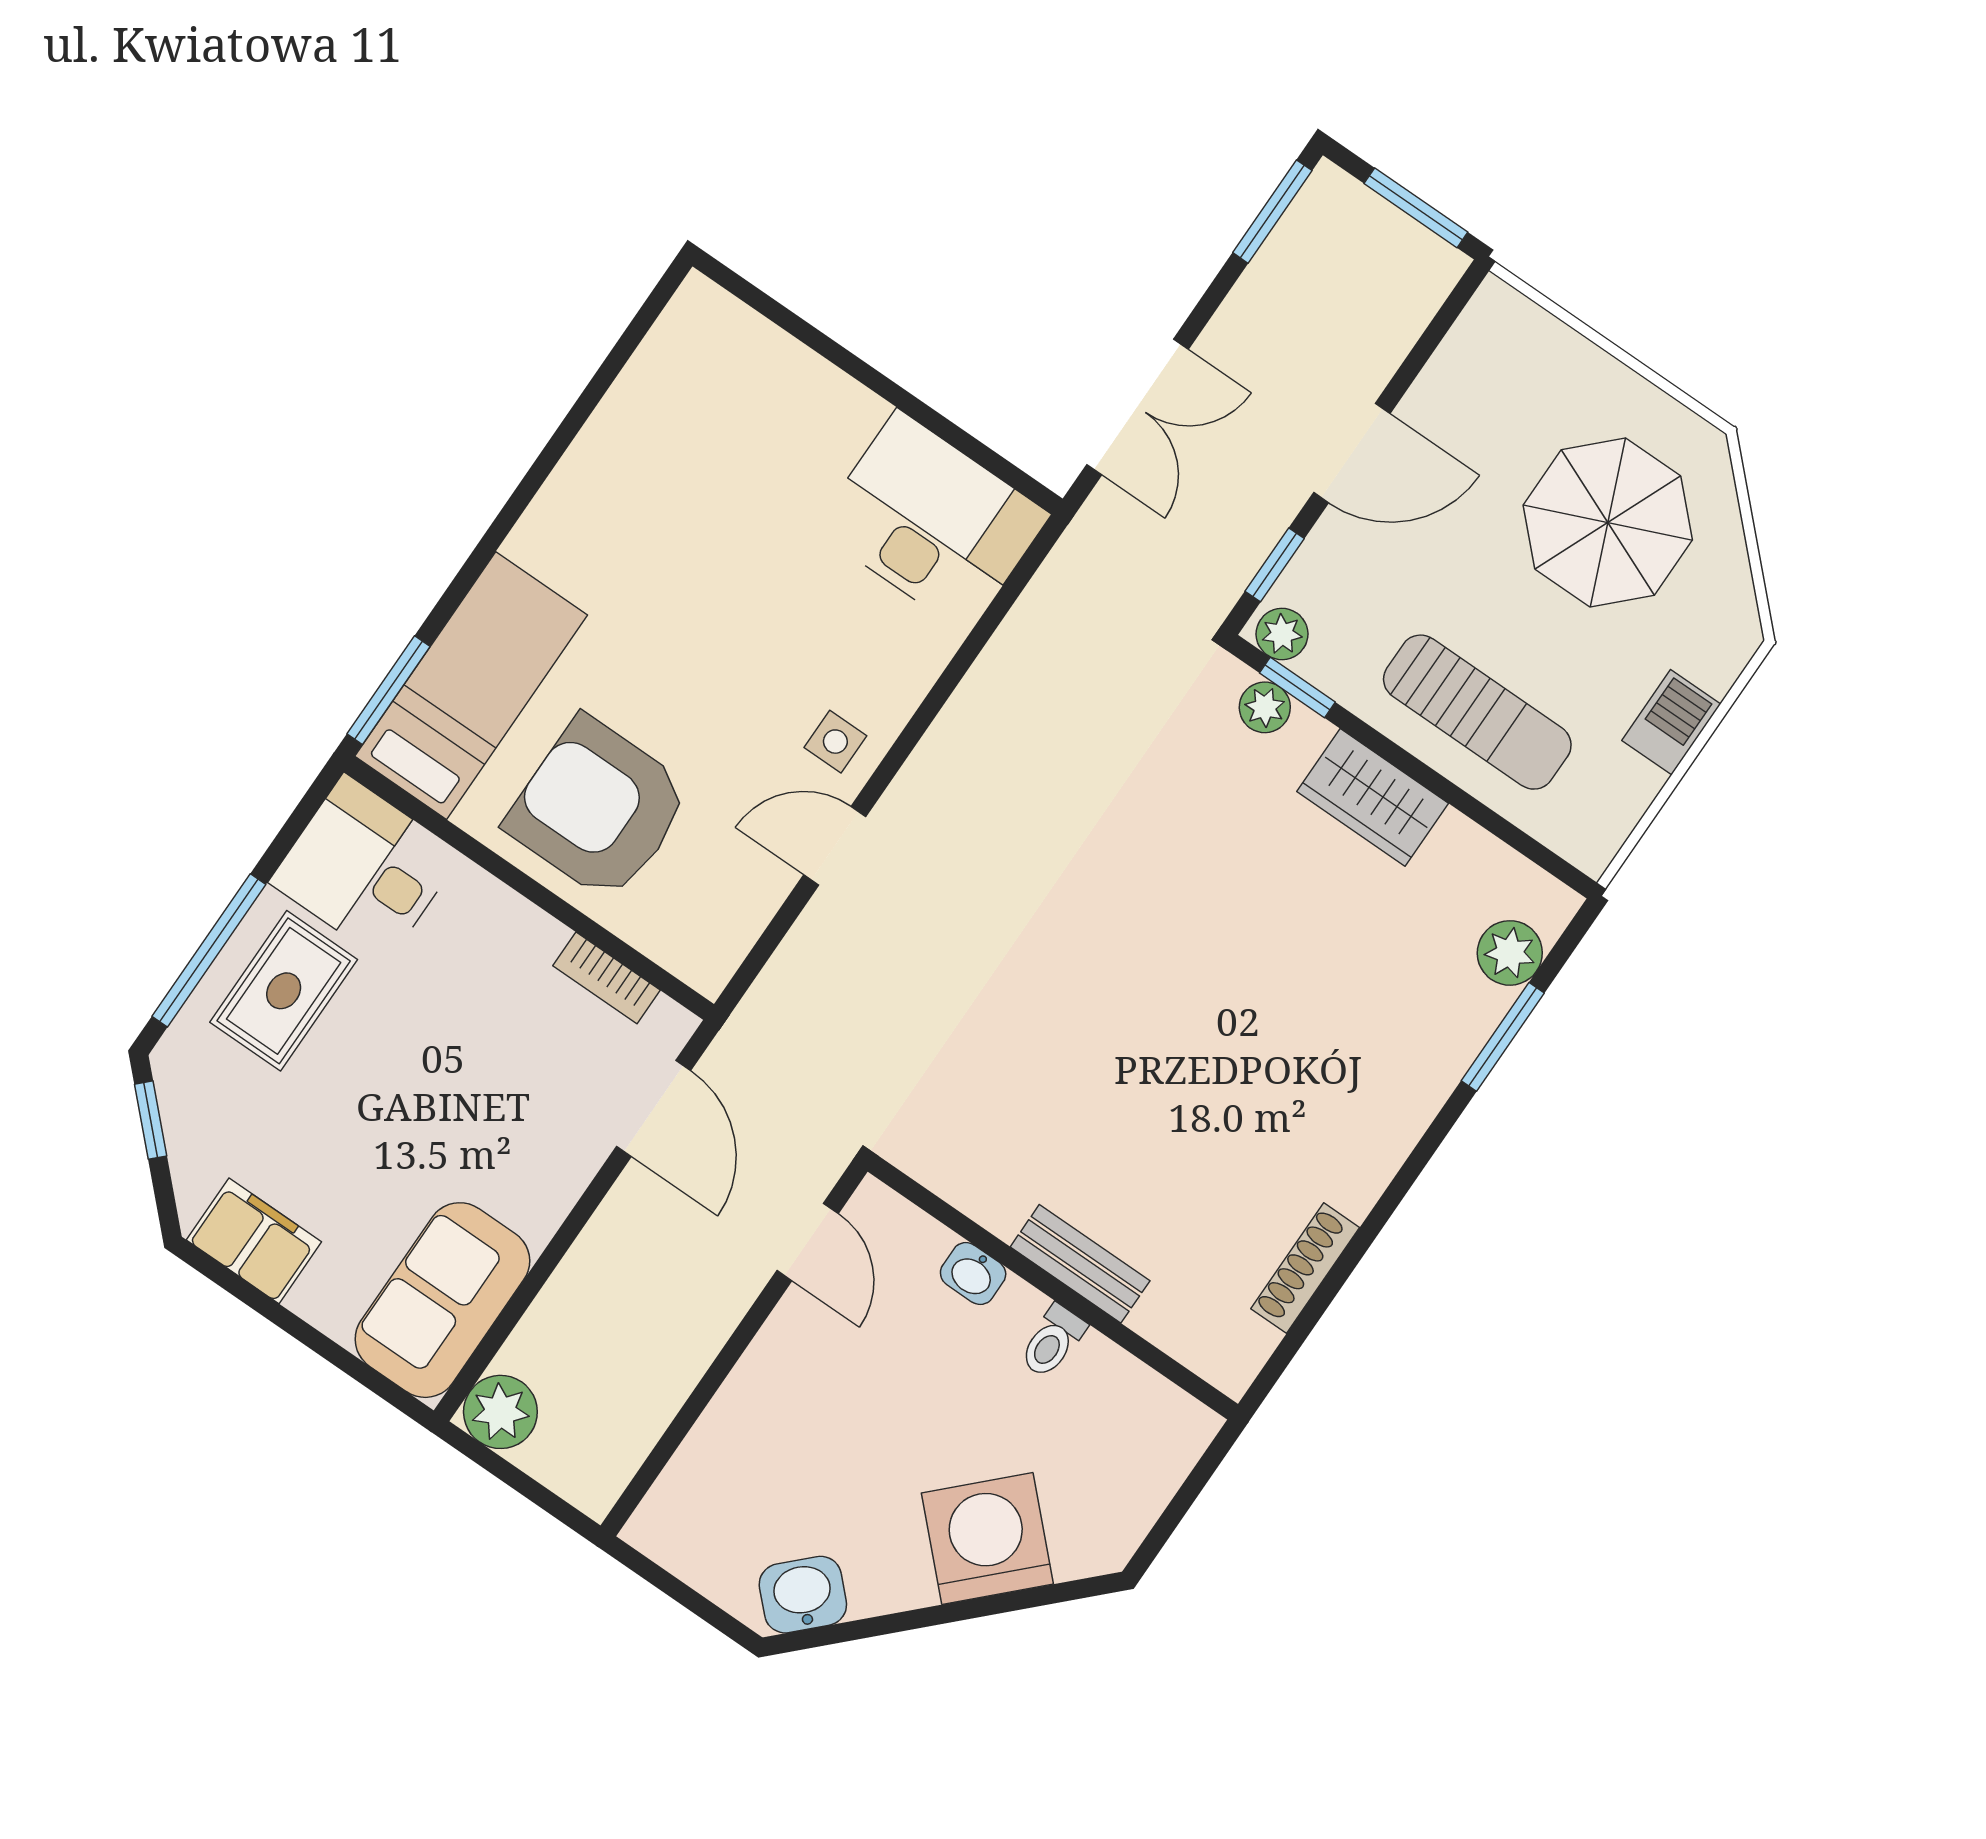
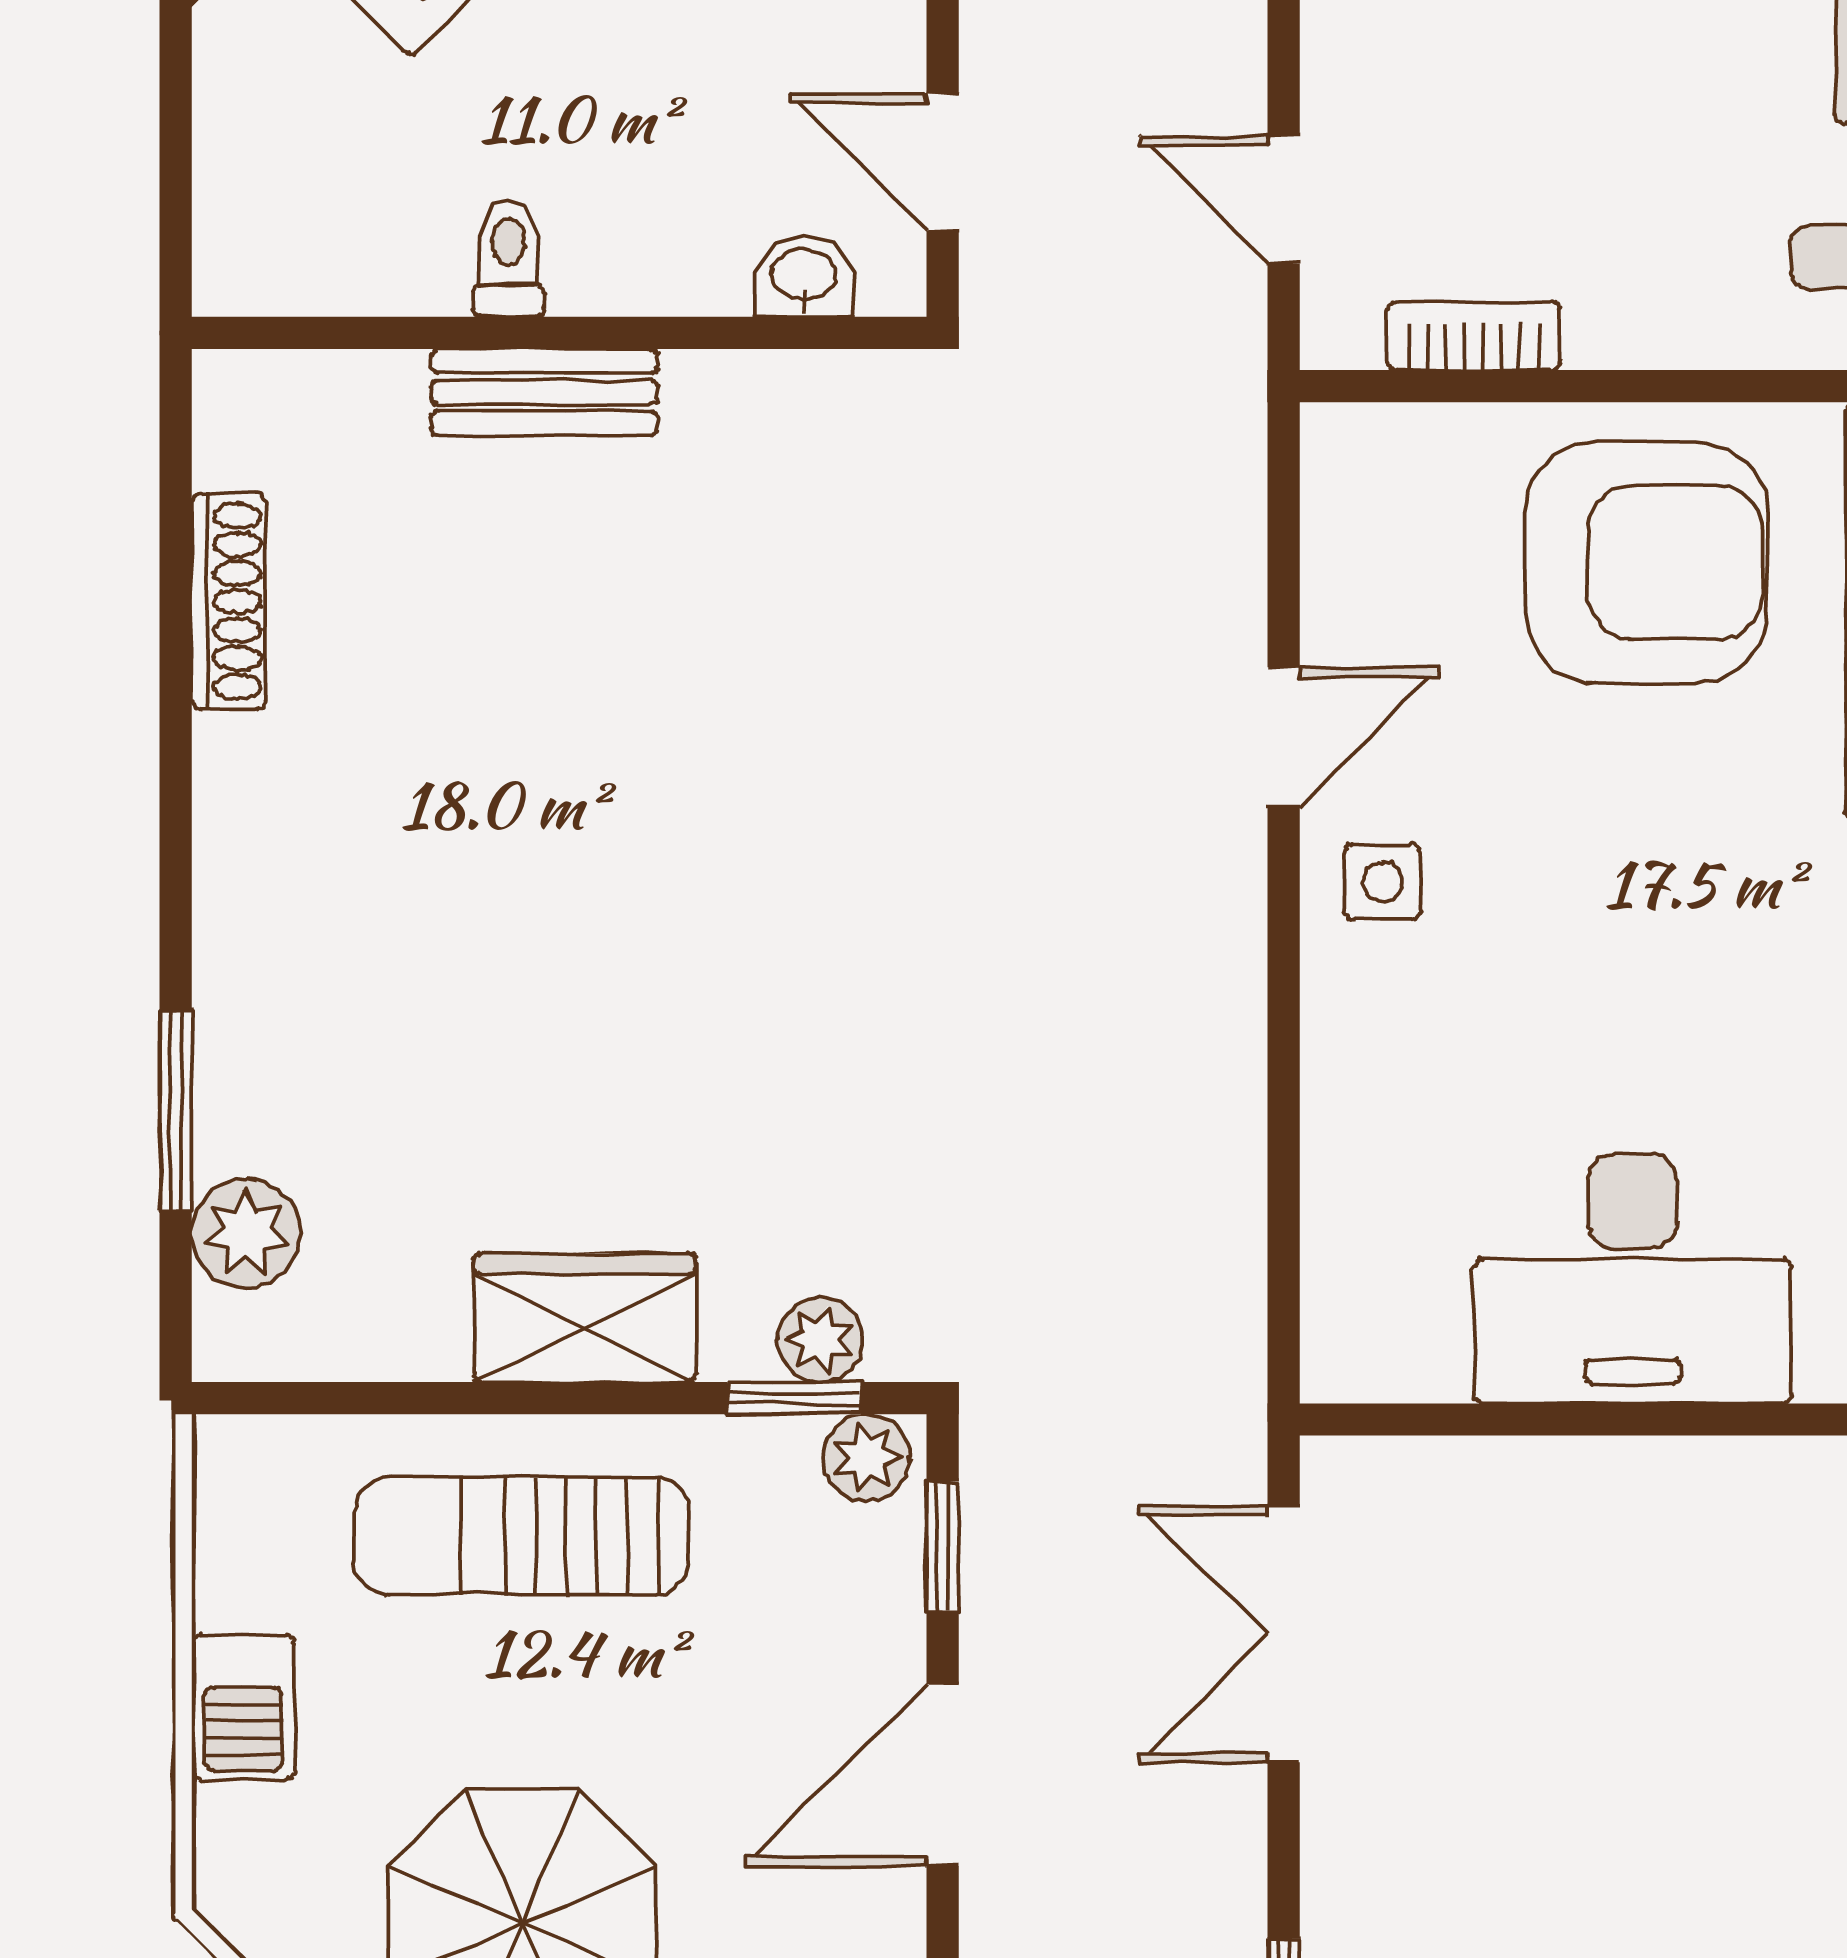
desk: (932, 522) -> (1633, 1279), moved
door: (654, 1109) -> (1284, 200), width x0.73
washbasin: (973, 1274) -> (804, 276), moved

